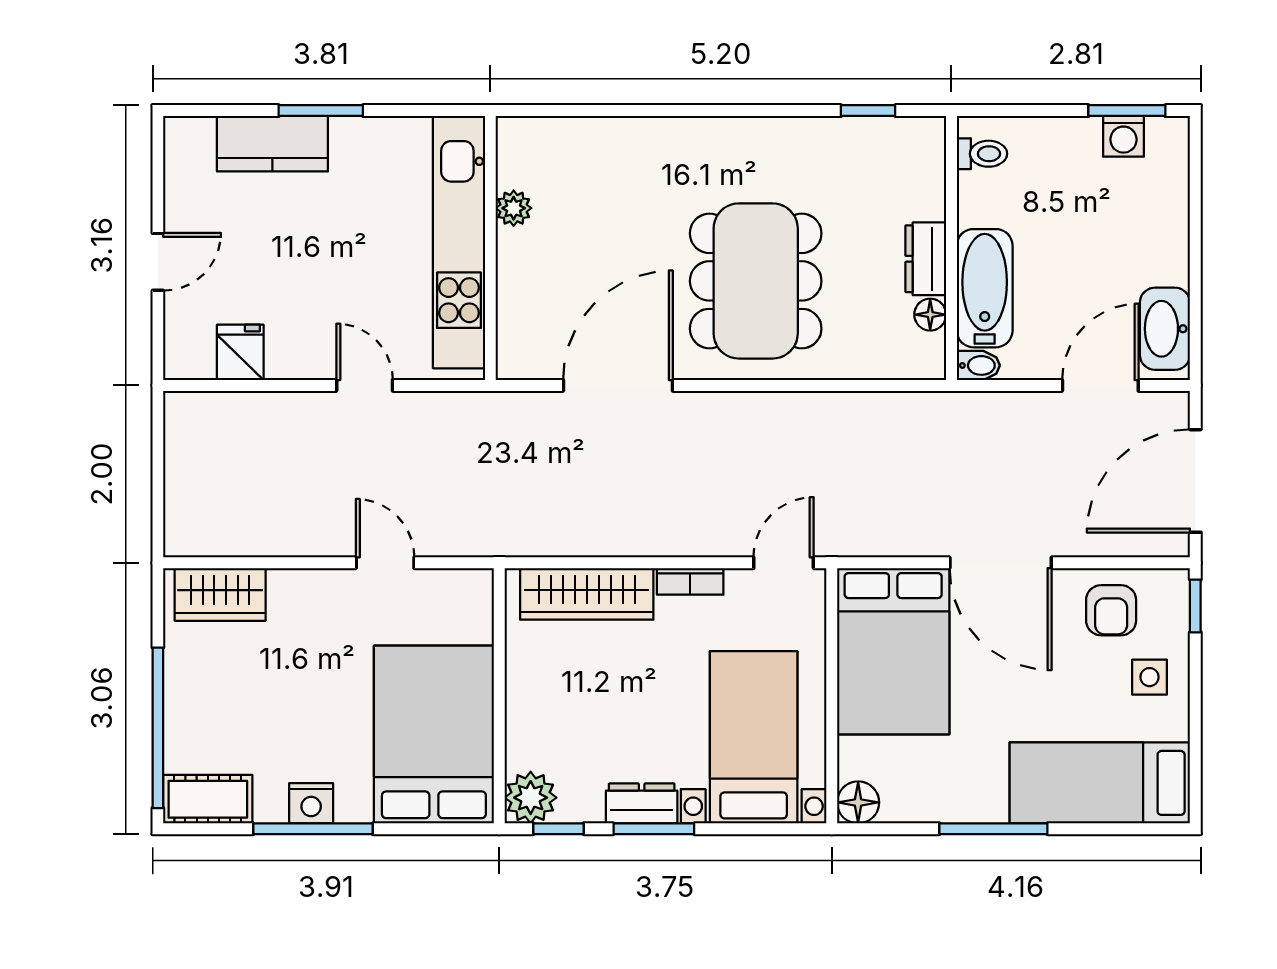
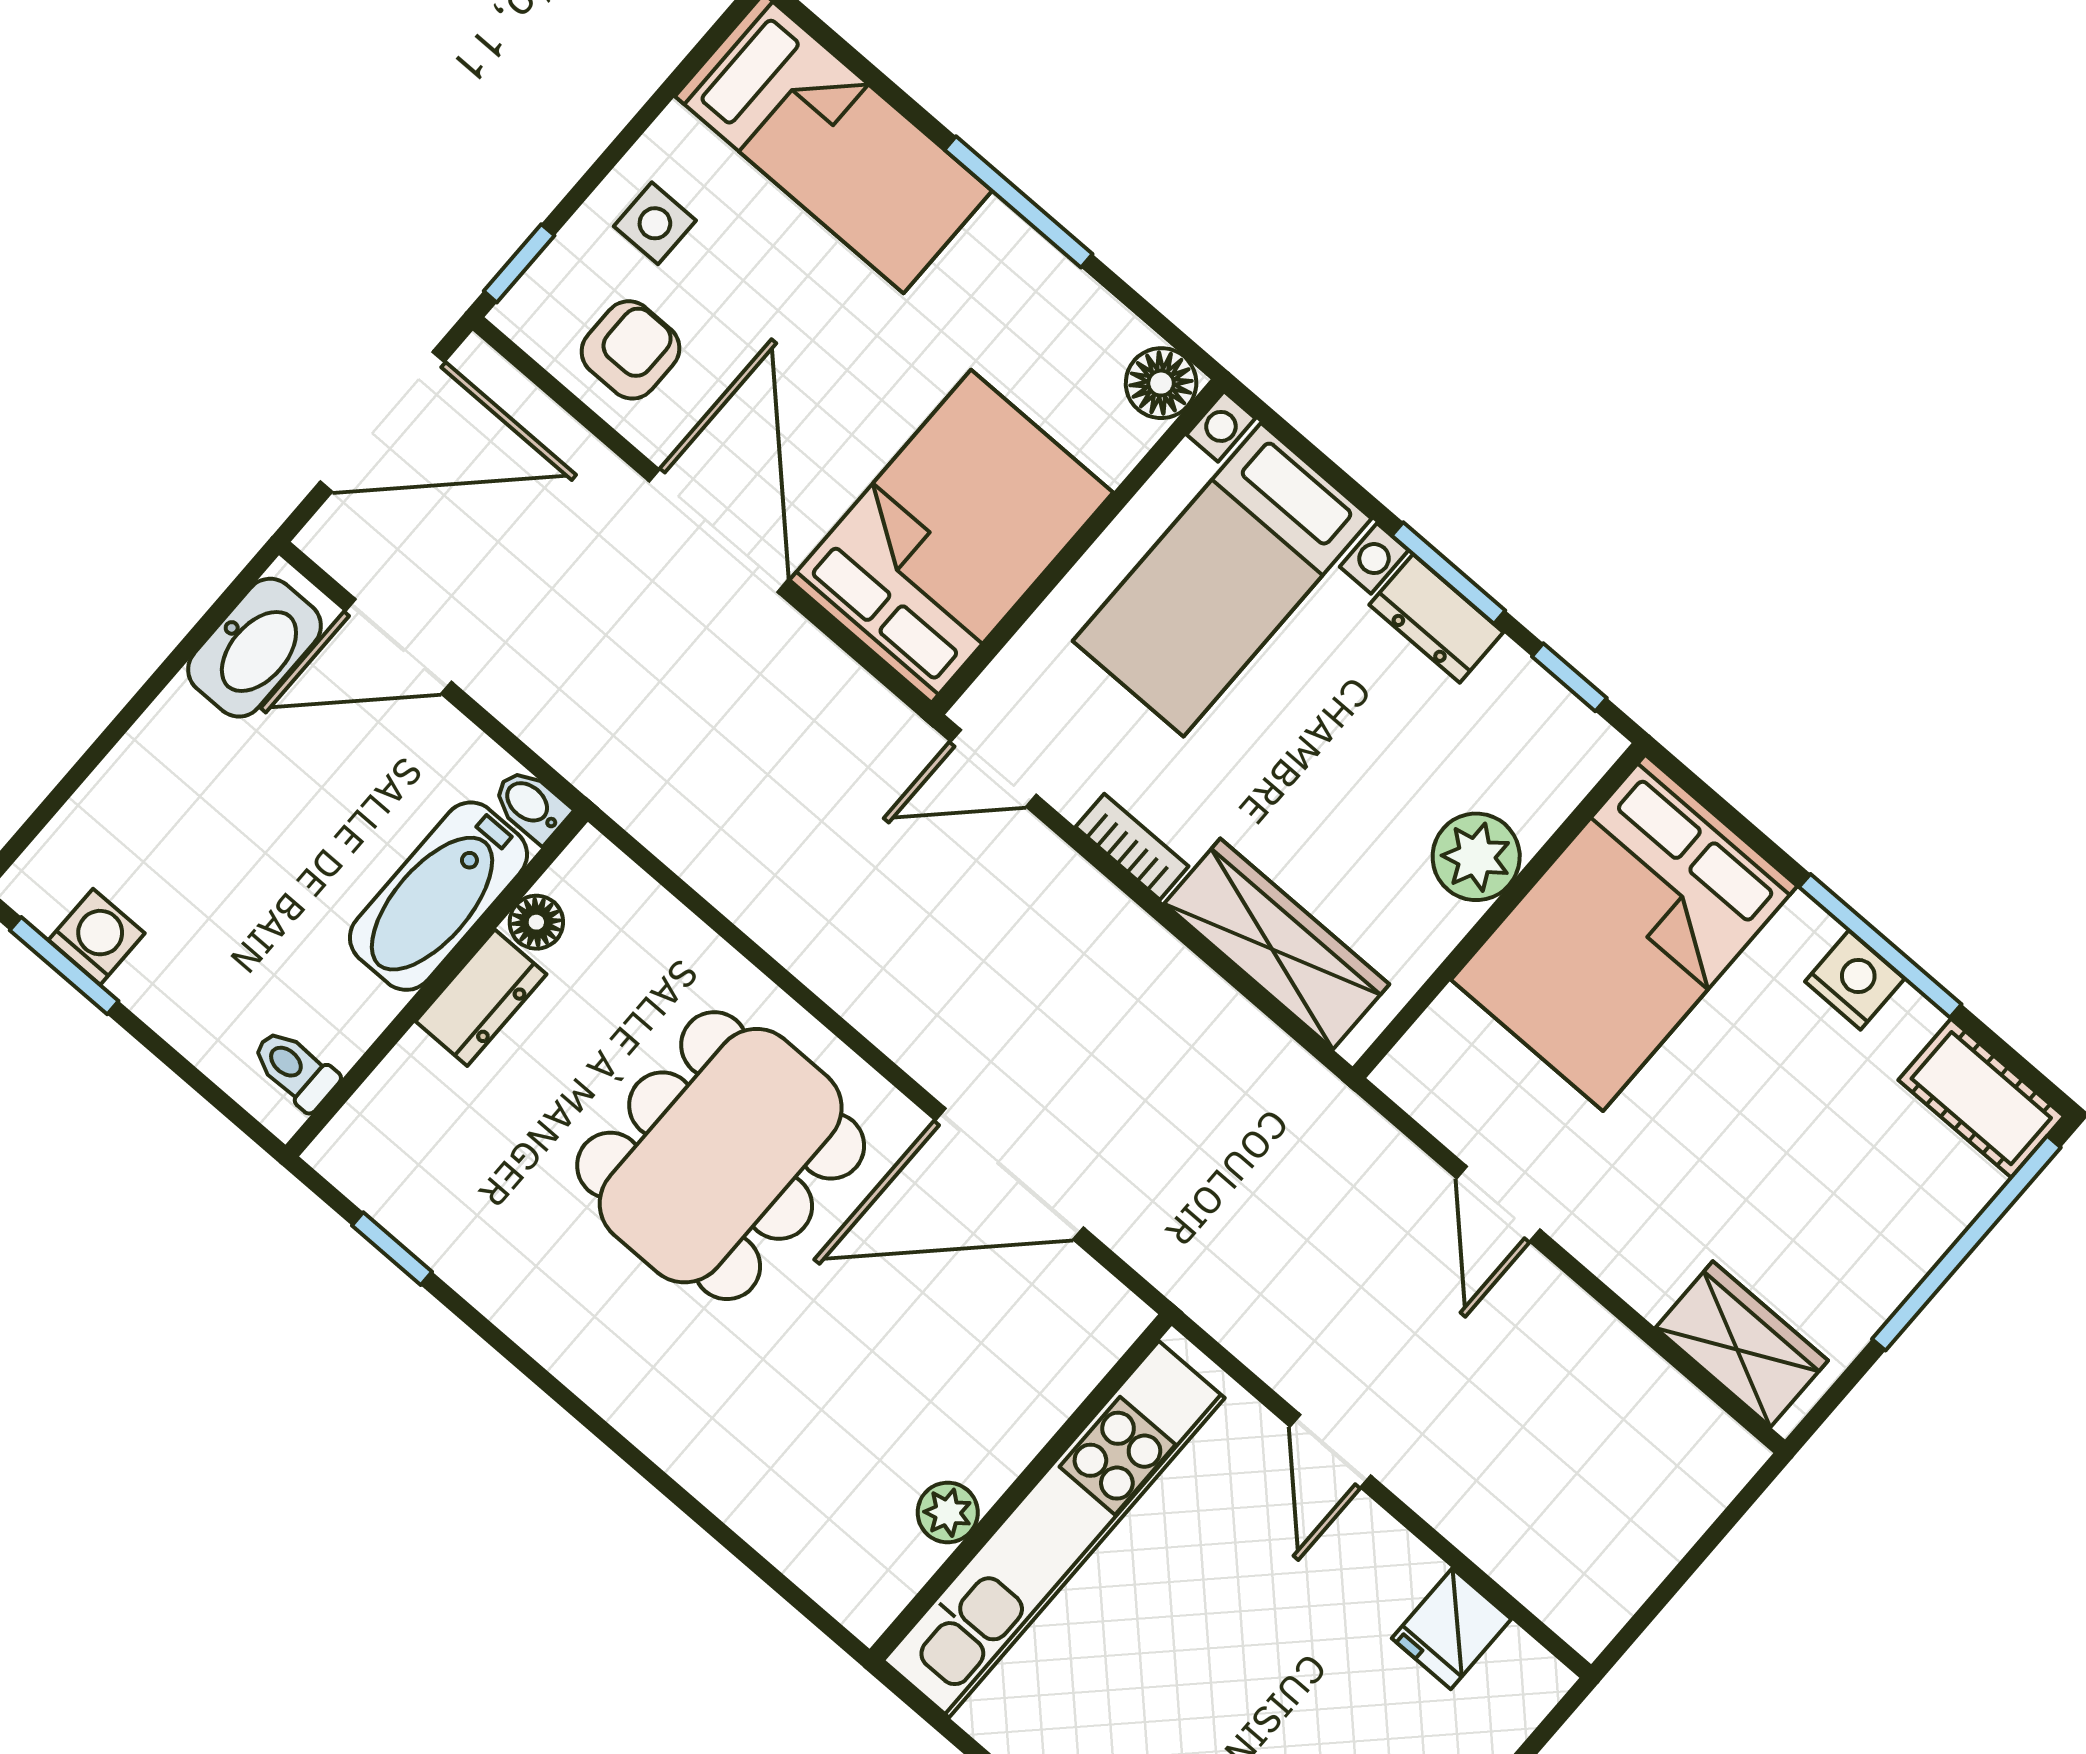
plant: (531, 798) -> (1476, 857), moved

